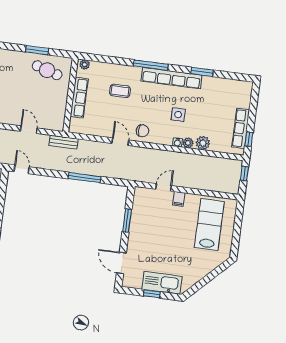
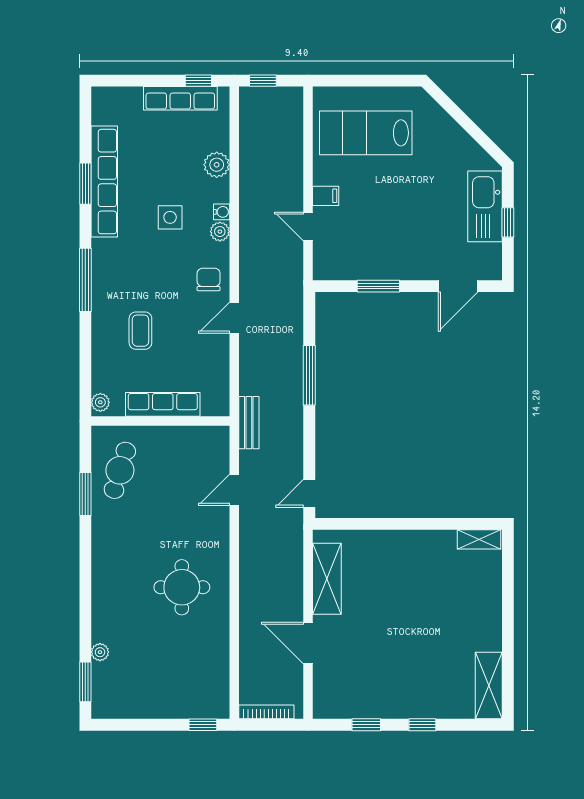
row of seats: (171, 78) -> (104, 182), moved
plant: (188, 143) -> (220, 232), moved

